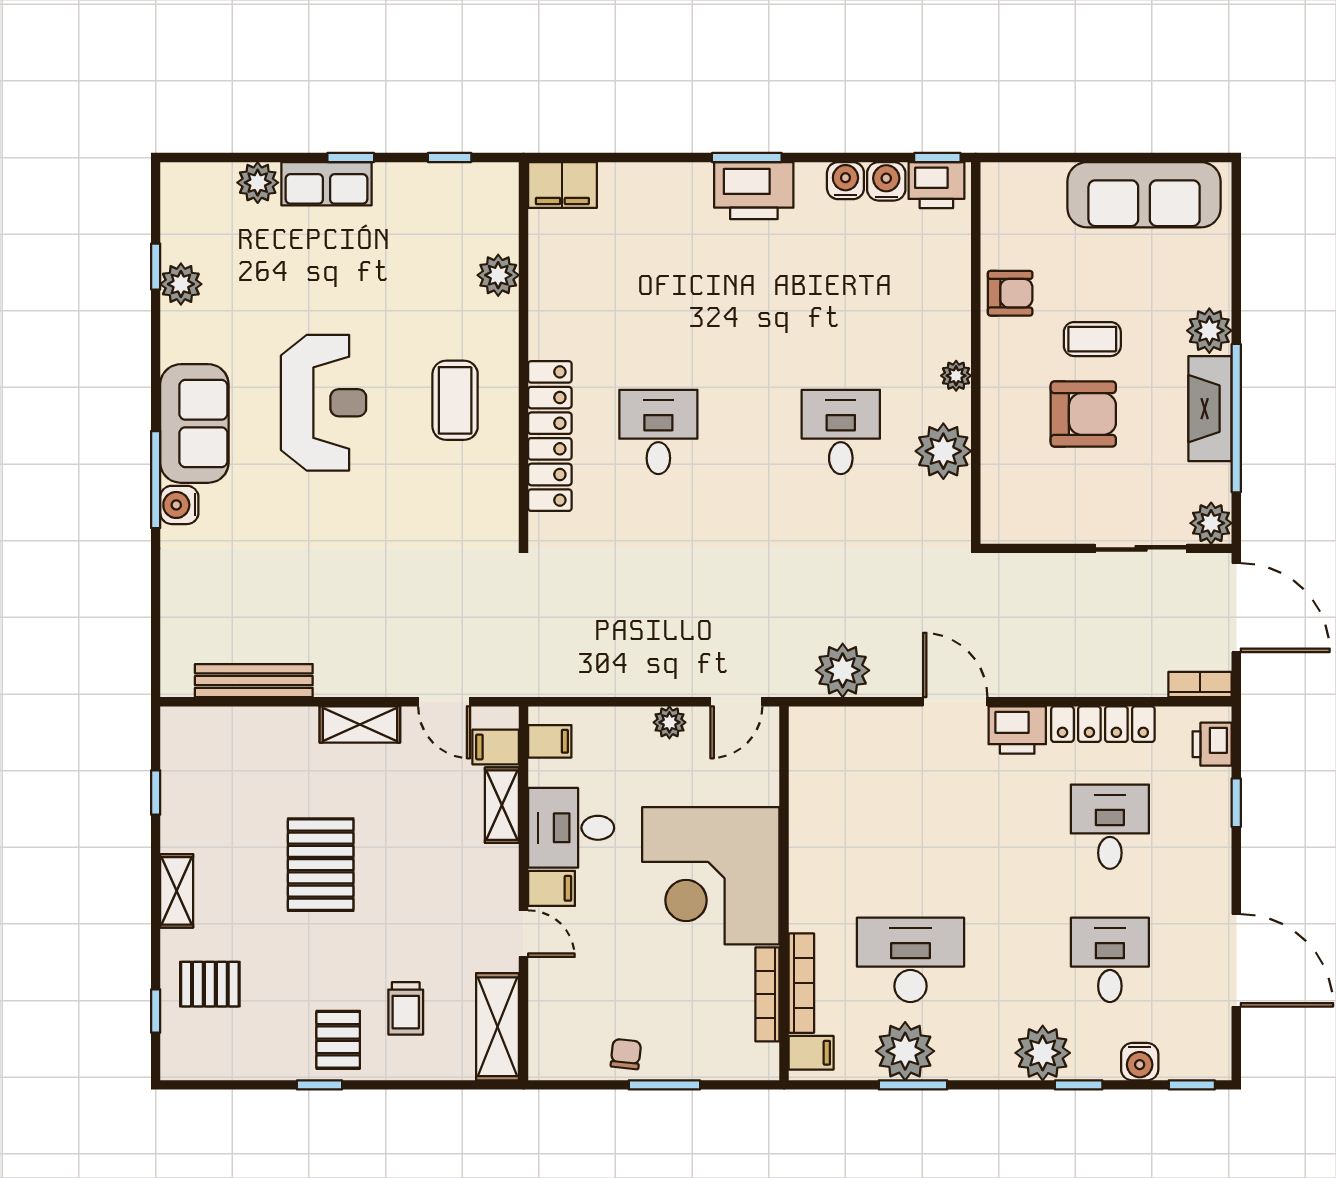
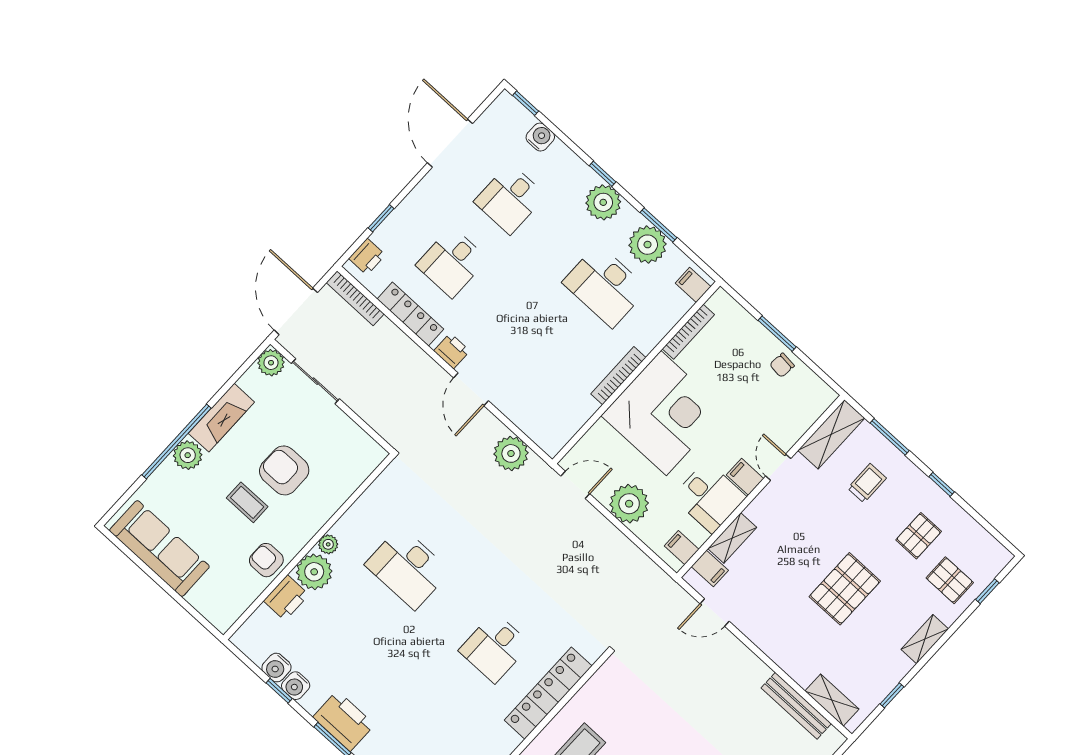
window: (937, 158) -> (279, 691), moved
printer: (936, 185) -> (286, 598), moved, turned 90
window: (1236, 418) -> (176, 442), moved
desk: (841, 432) -> (408, 568), width x1.37
plant: (943, 451) -> (314, 572), moved
bookcase: (1200, 684) -> (355, 298), width x1.56
door: (444, 702) -> (715, 613), swing flipped
plant: (669, 722) -> (629, 504), width x1.88, depth x1.88
shelving: (360, 724) -> (832, 700), moved
printer: (1017, 730) -> (452, 351), width x0.73, depth x0.81
bookcase: (801, 983) -> (618, 376), moved
pallet: (338, 1040) -> (919, 536), moved
plant: (1043, 1053) -> (603, 202), moved
window: (428, 1085) -> (890, 437), added
window: (1079, 1085) -> (603, 174), moved

